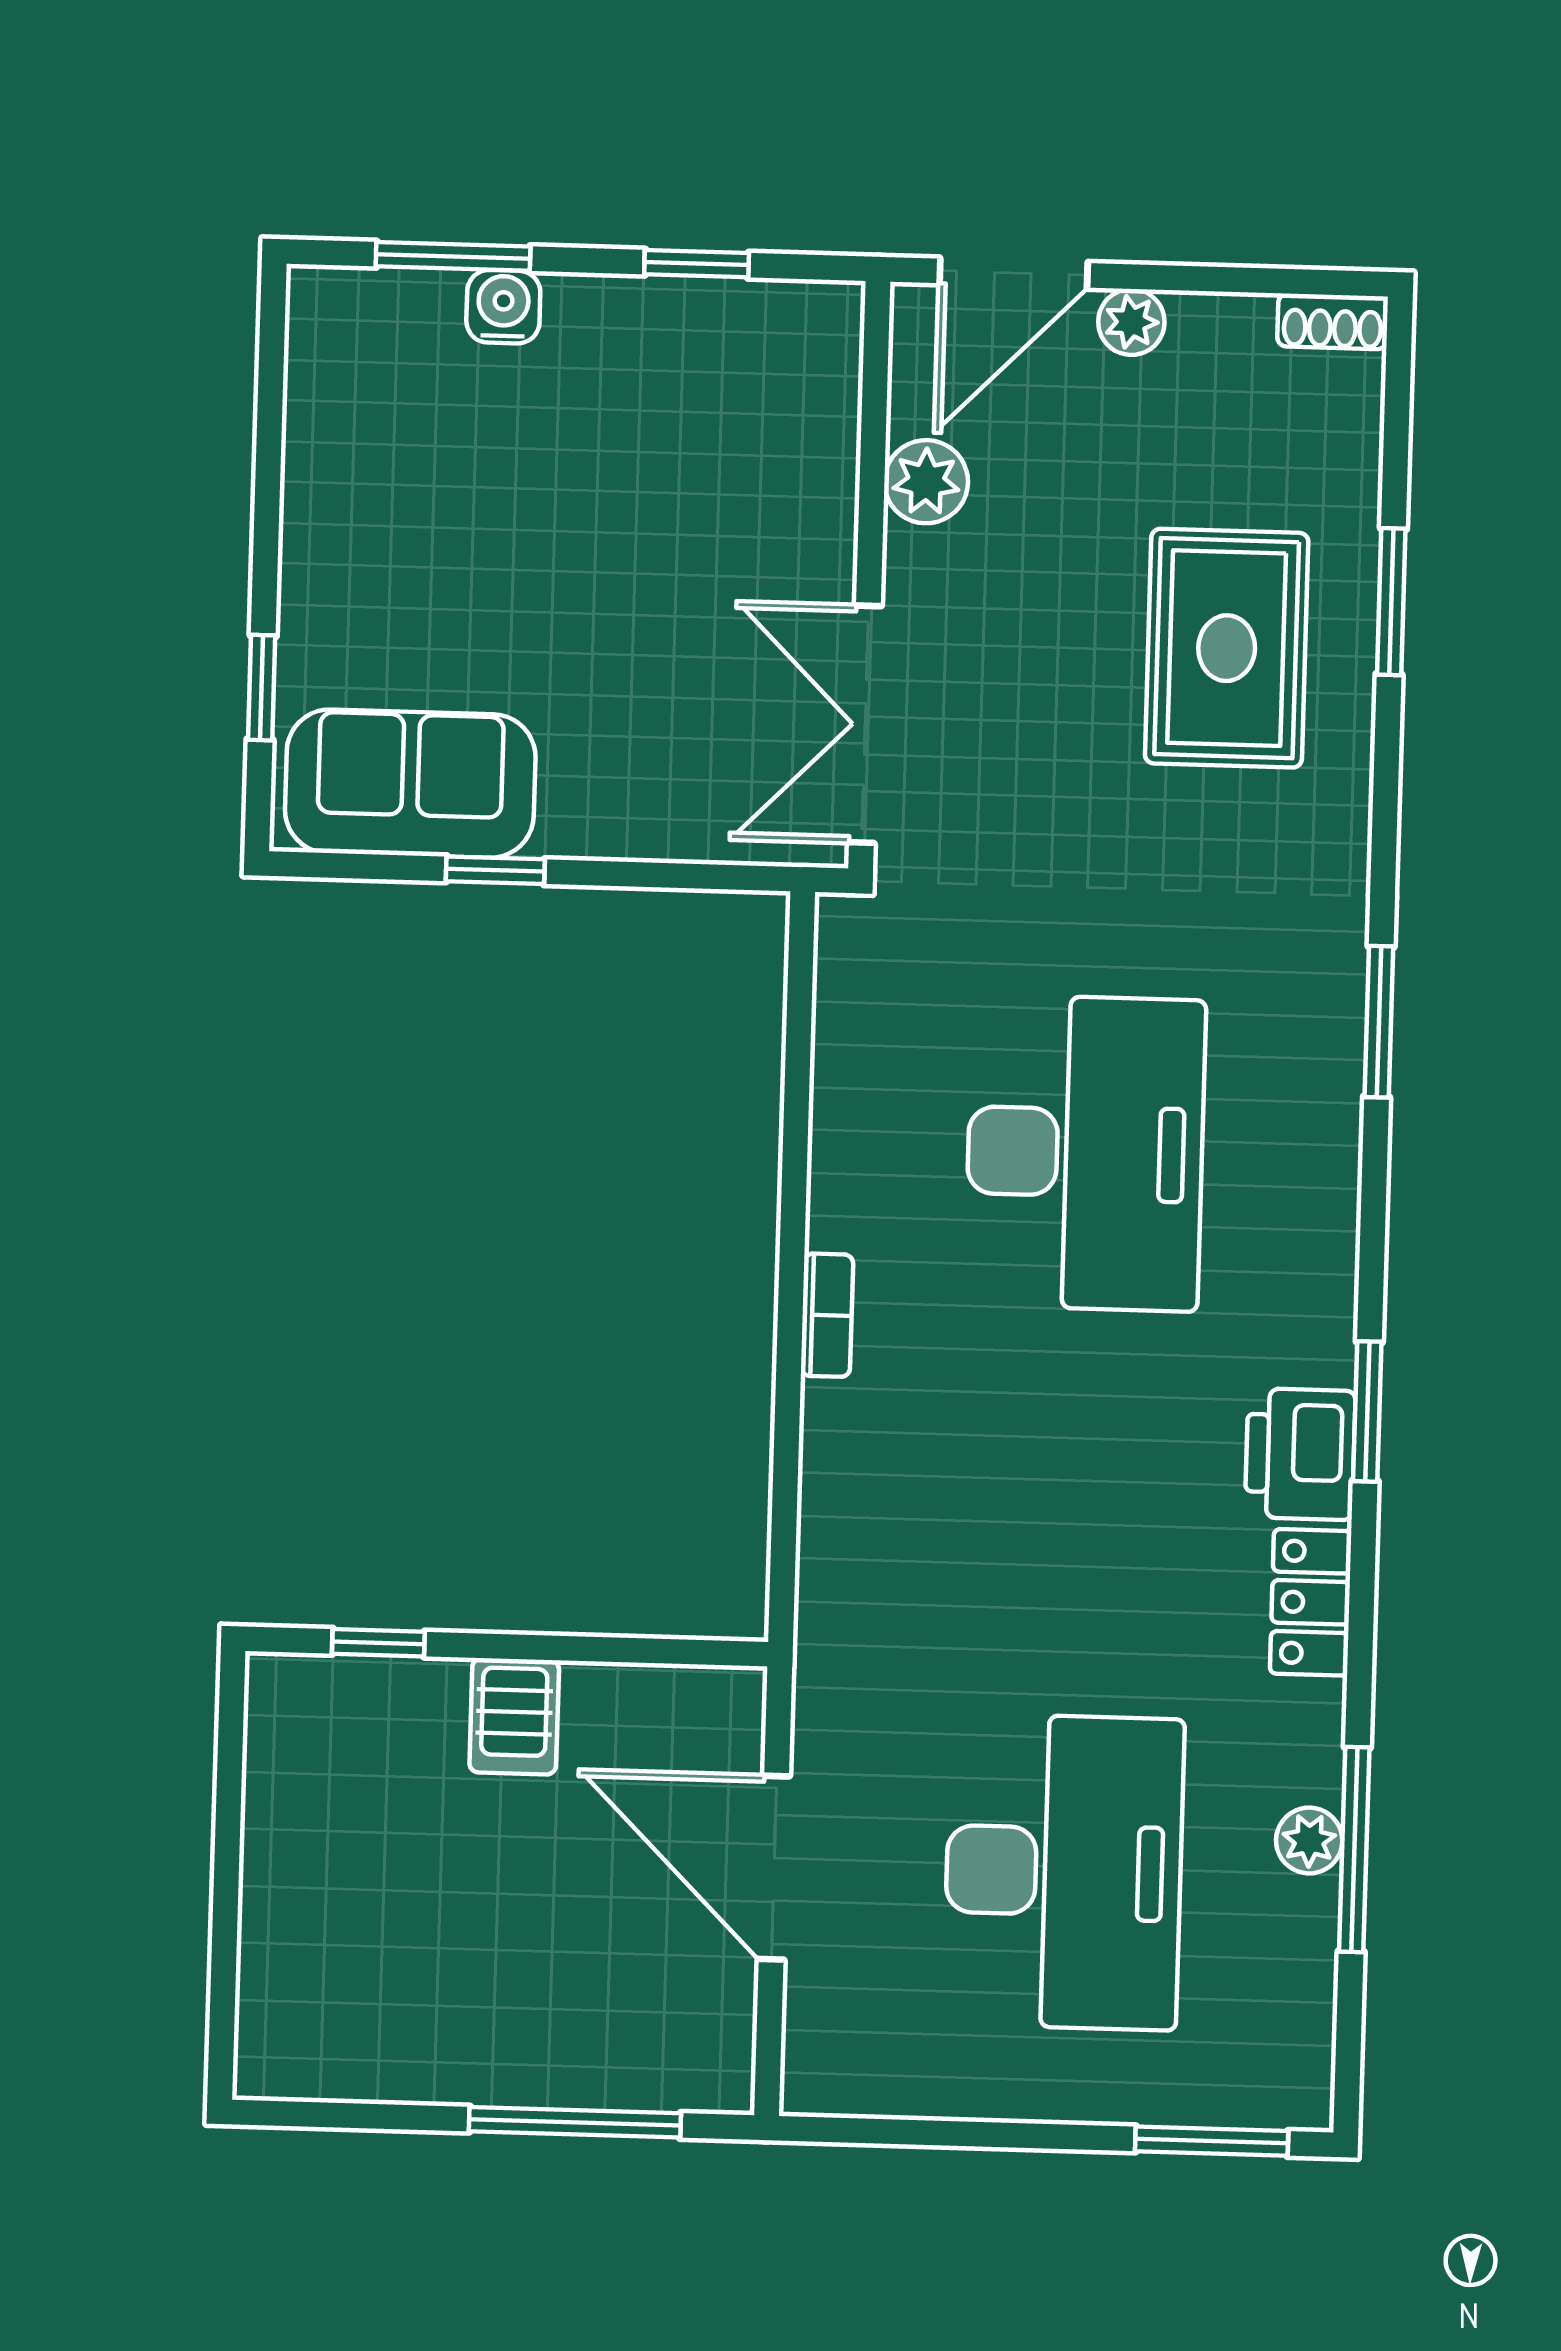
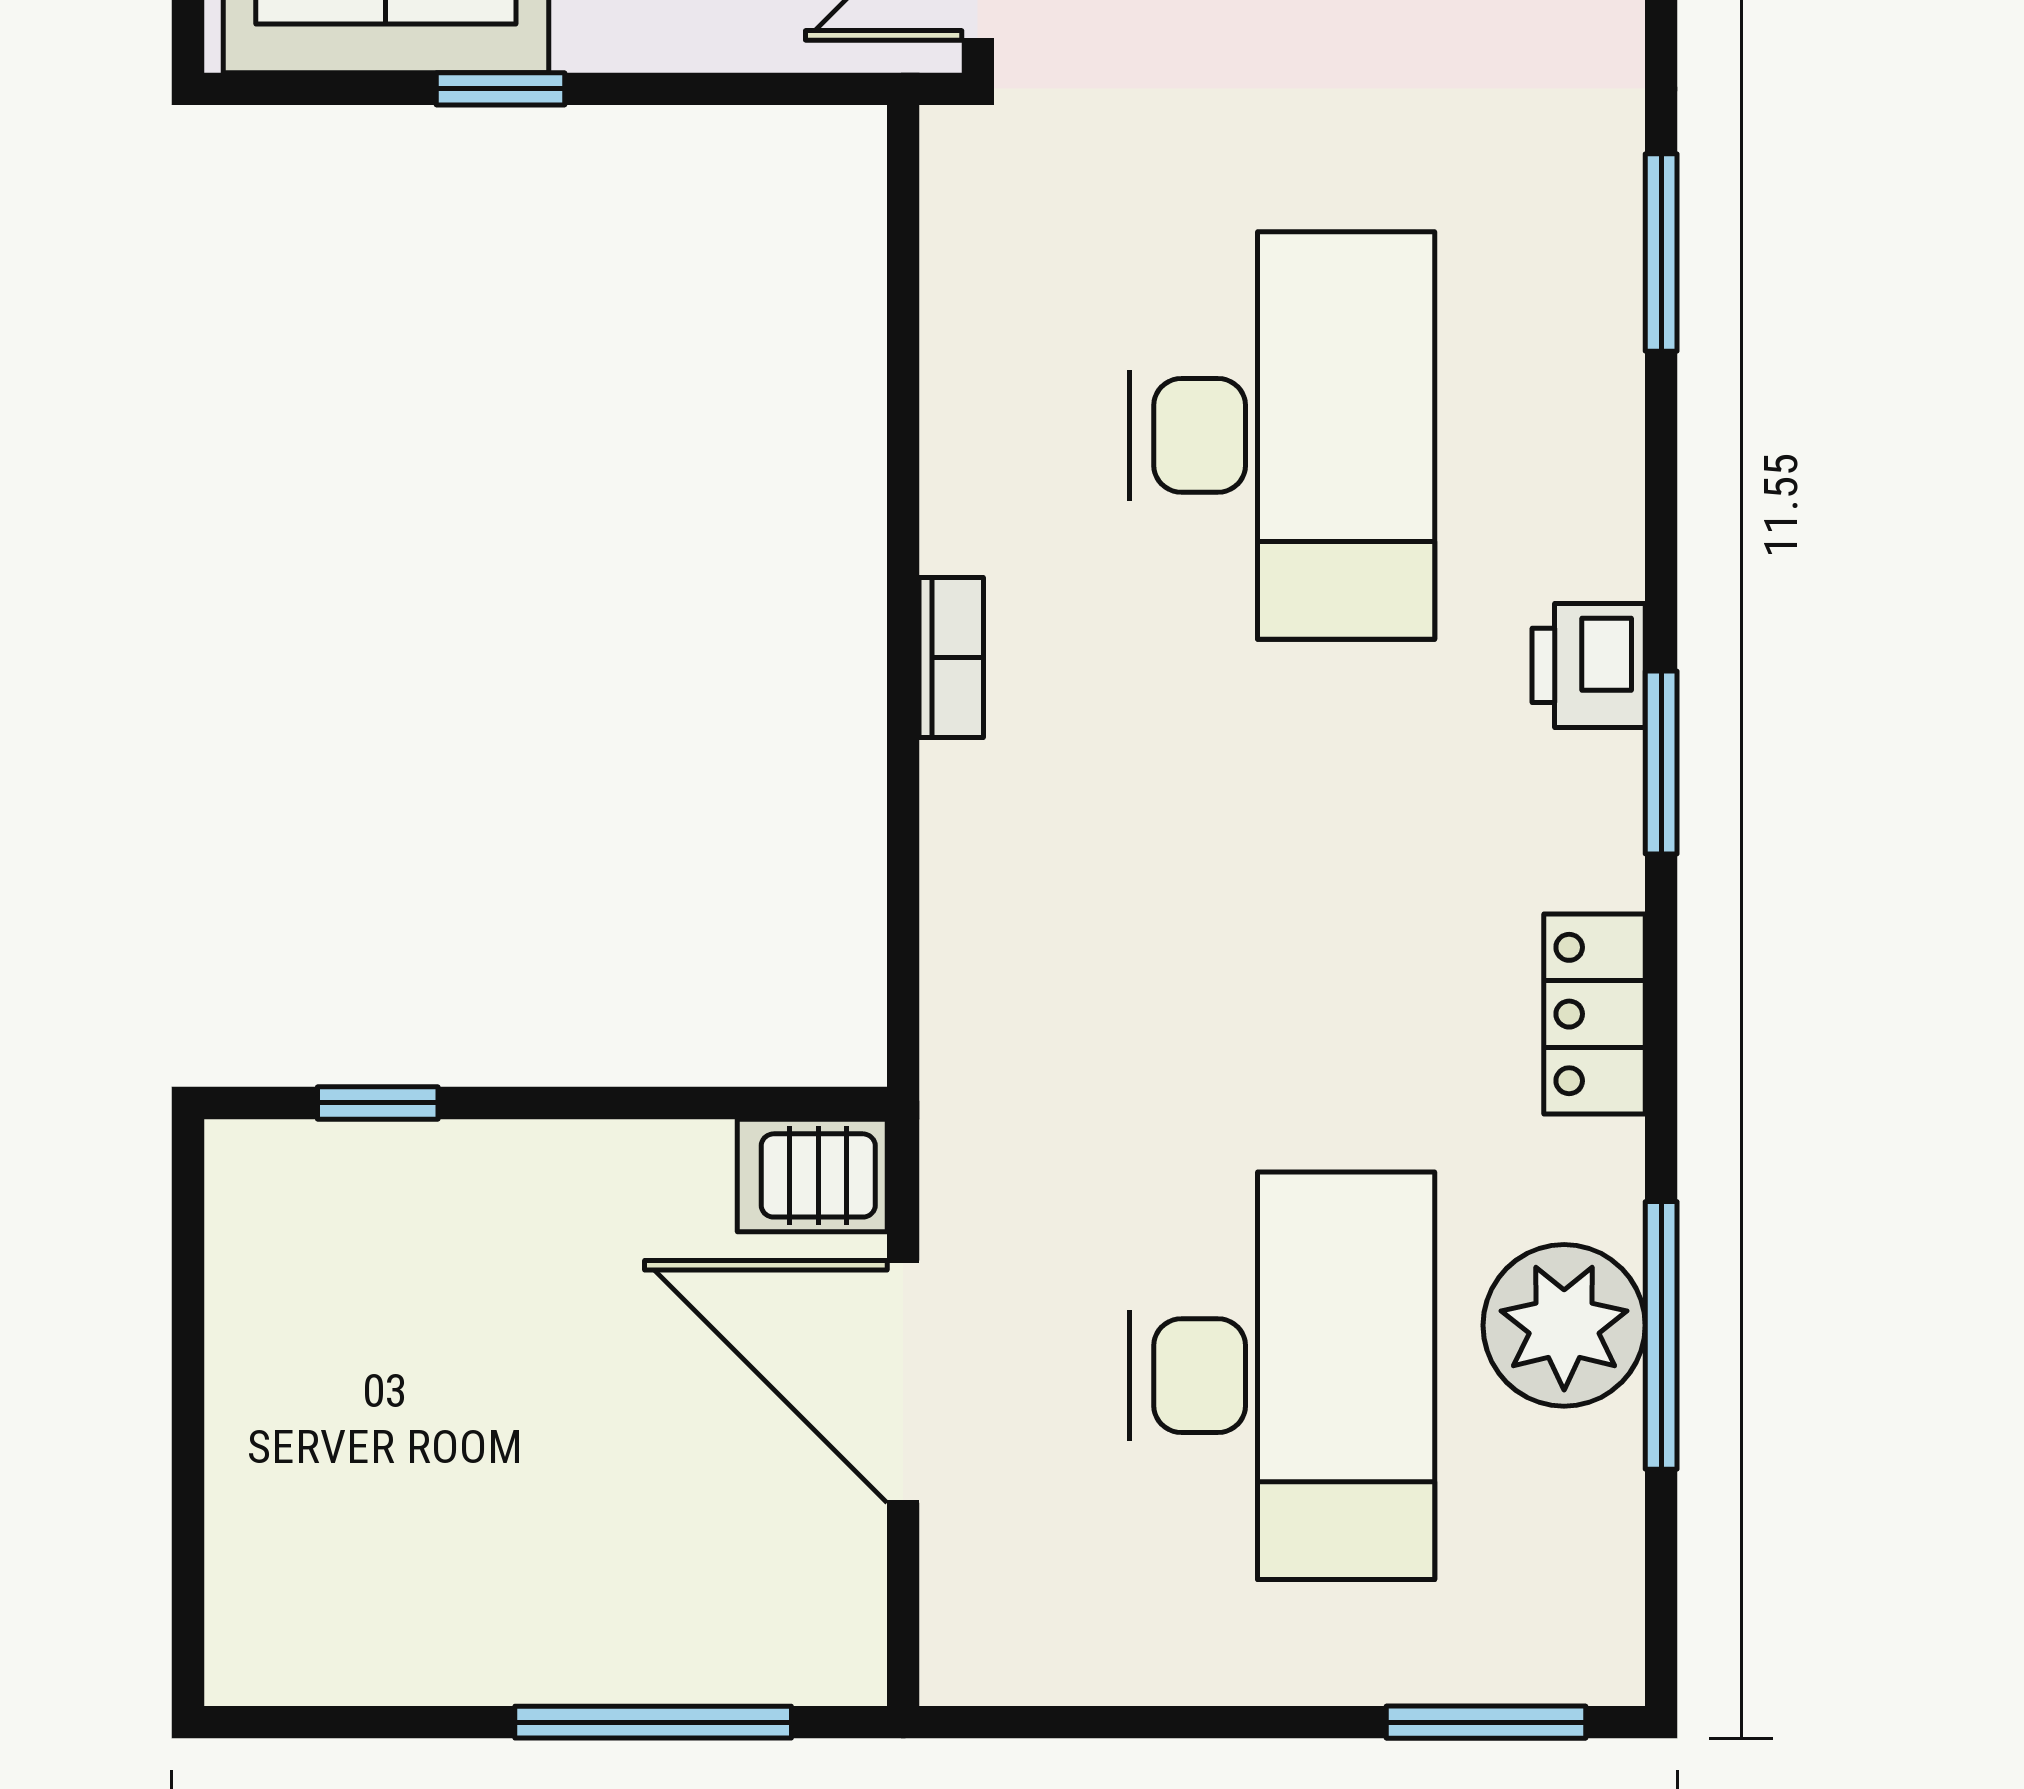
printer: (1300, 1454) -> (1589, 665), moved, width x0.73, depth x0.81
server rack: (514, 1716) -> (812, 1175), moved, turned 90
plant: (1309, 1841) -> (1564, 1325), width x1.87, depth x1.87

